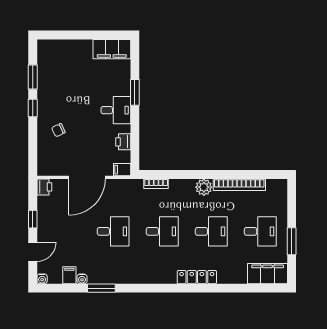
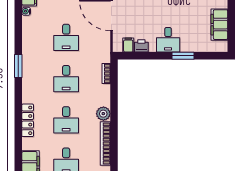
filing cabinet: (112, 49) -> (219, 25), moved
filing cabinet: (122, 170) -> (128, 45), moved
locker: (197, 277) -> (28, 120), moved
window: (101, 288) -> (18, 66), moved

